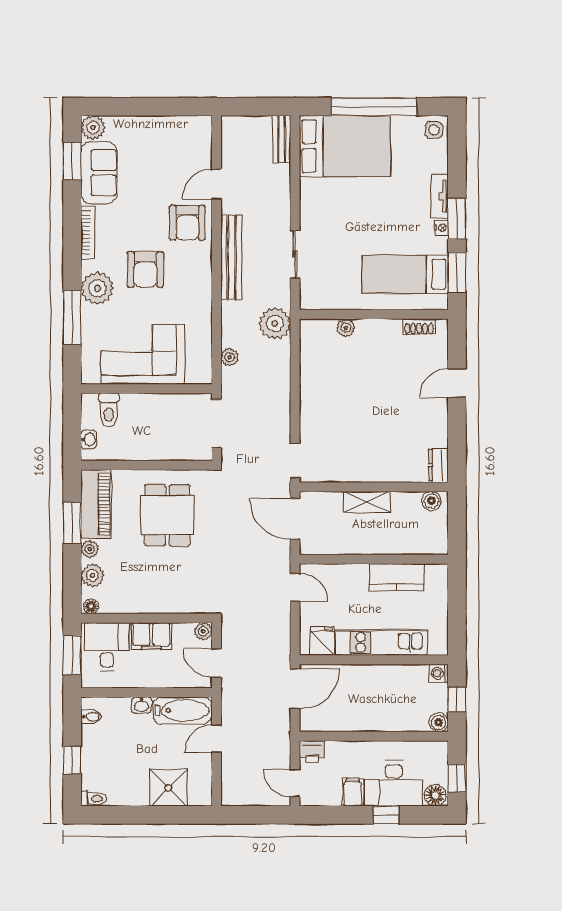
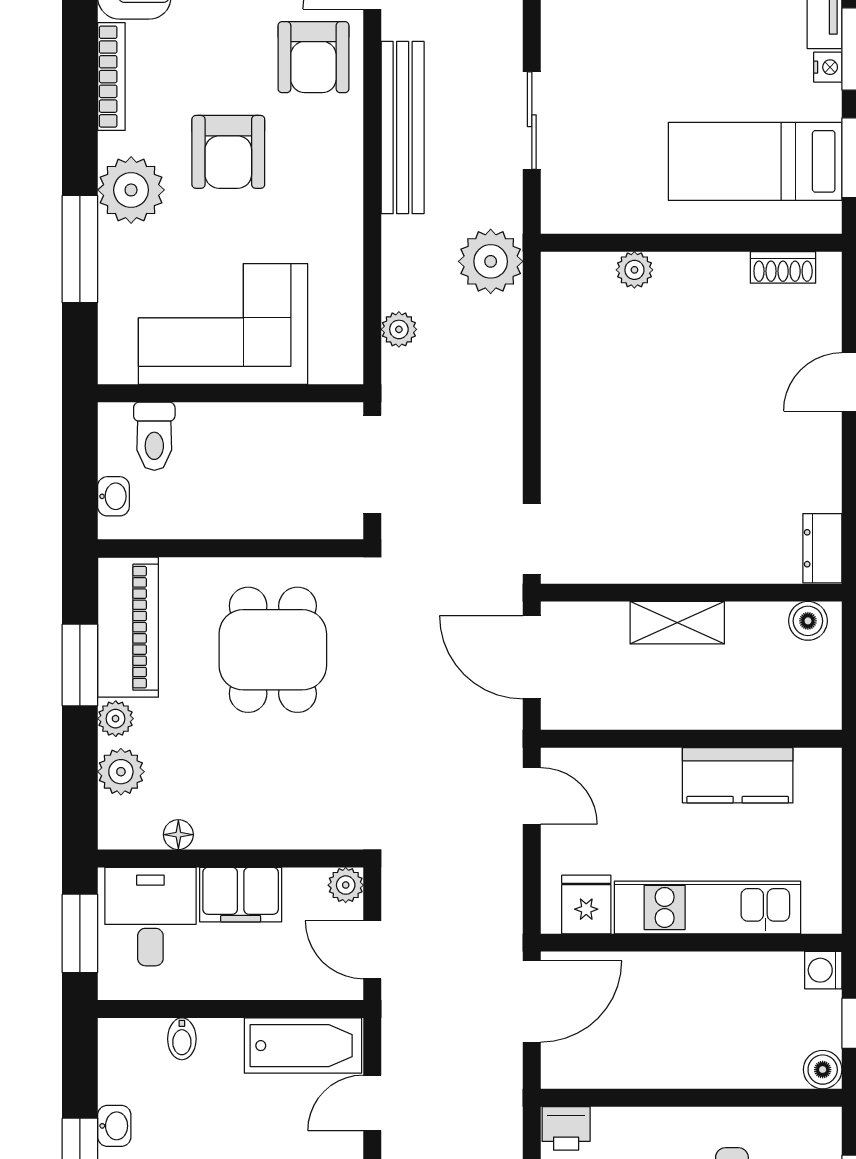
floor lamp: (91, 606) -> (178, 835), moved
washbasin: (141, 705) -> (114, 1126), moved, turned -90
bidet: (91, 717) -> (182, 1039), moved, turned 90

